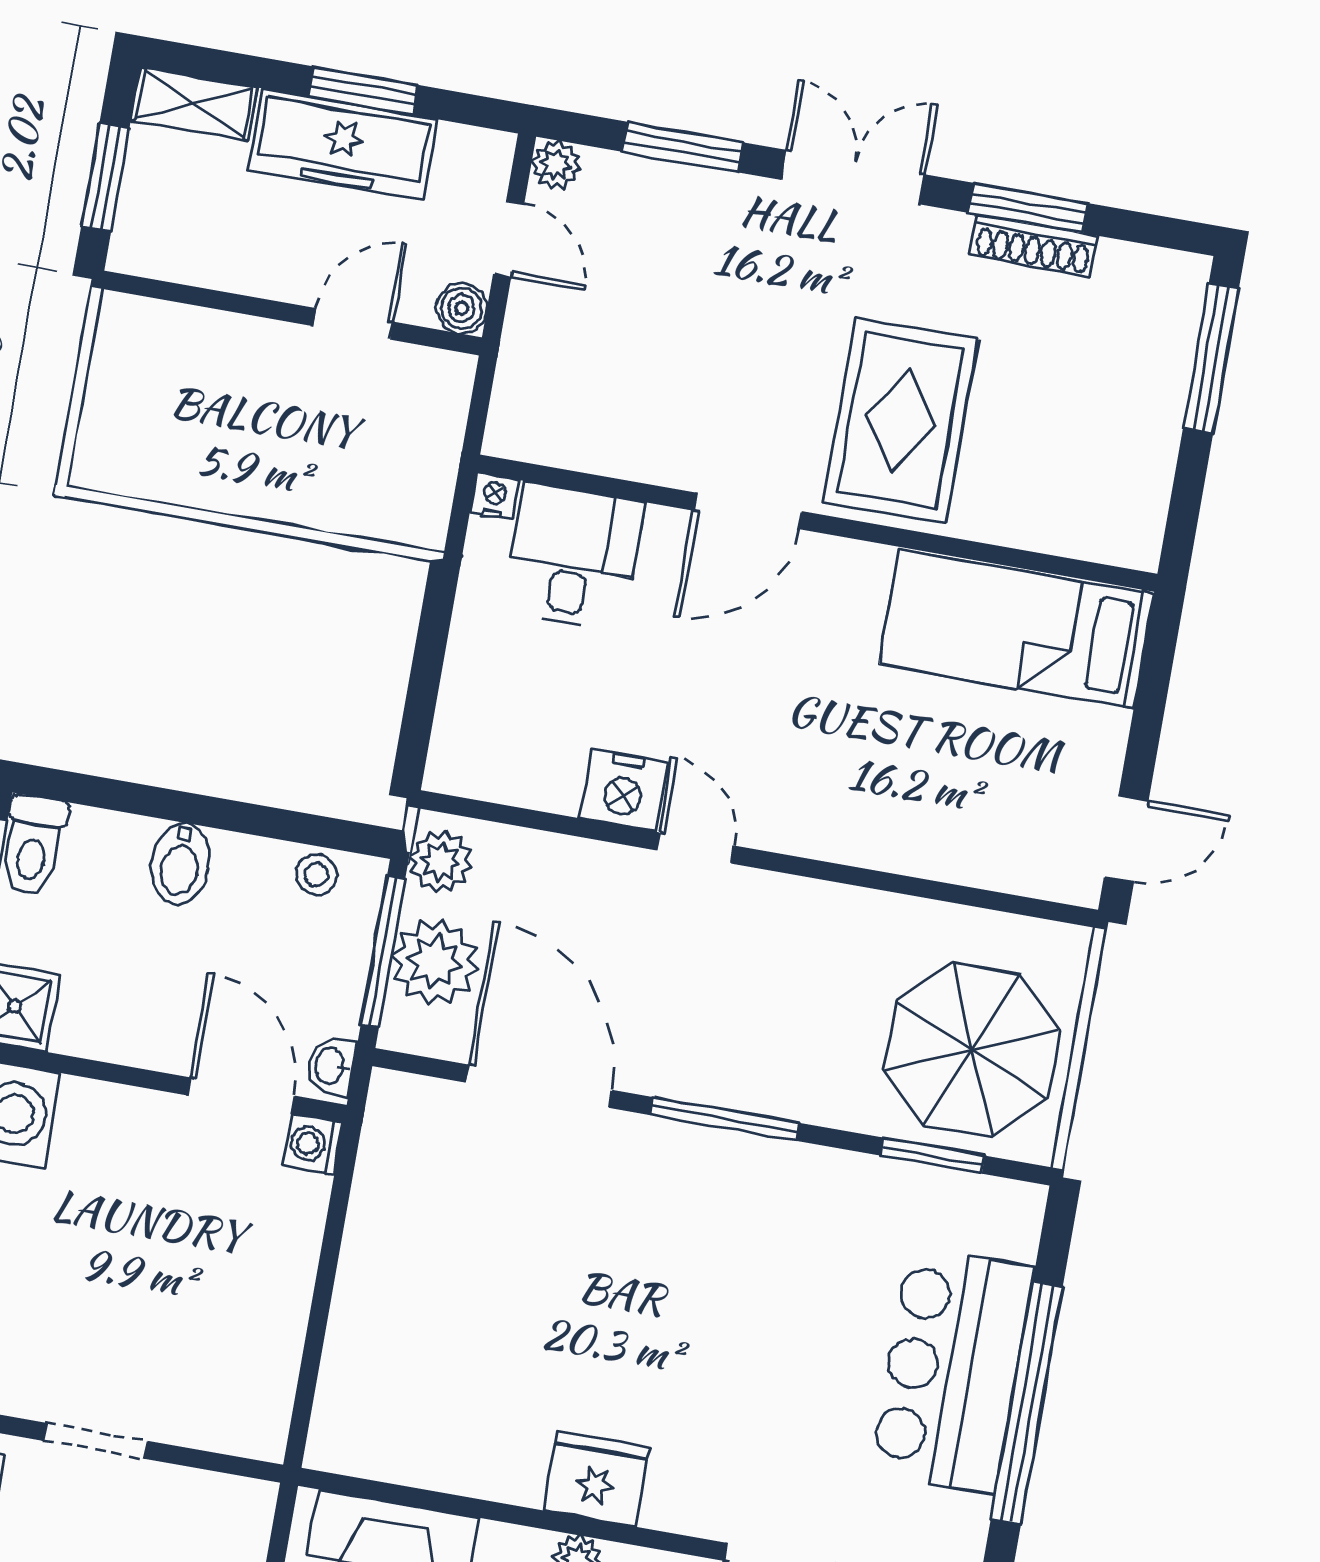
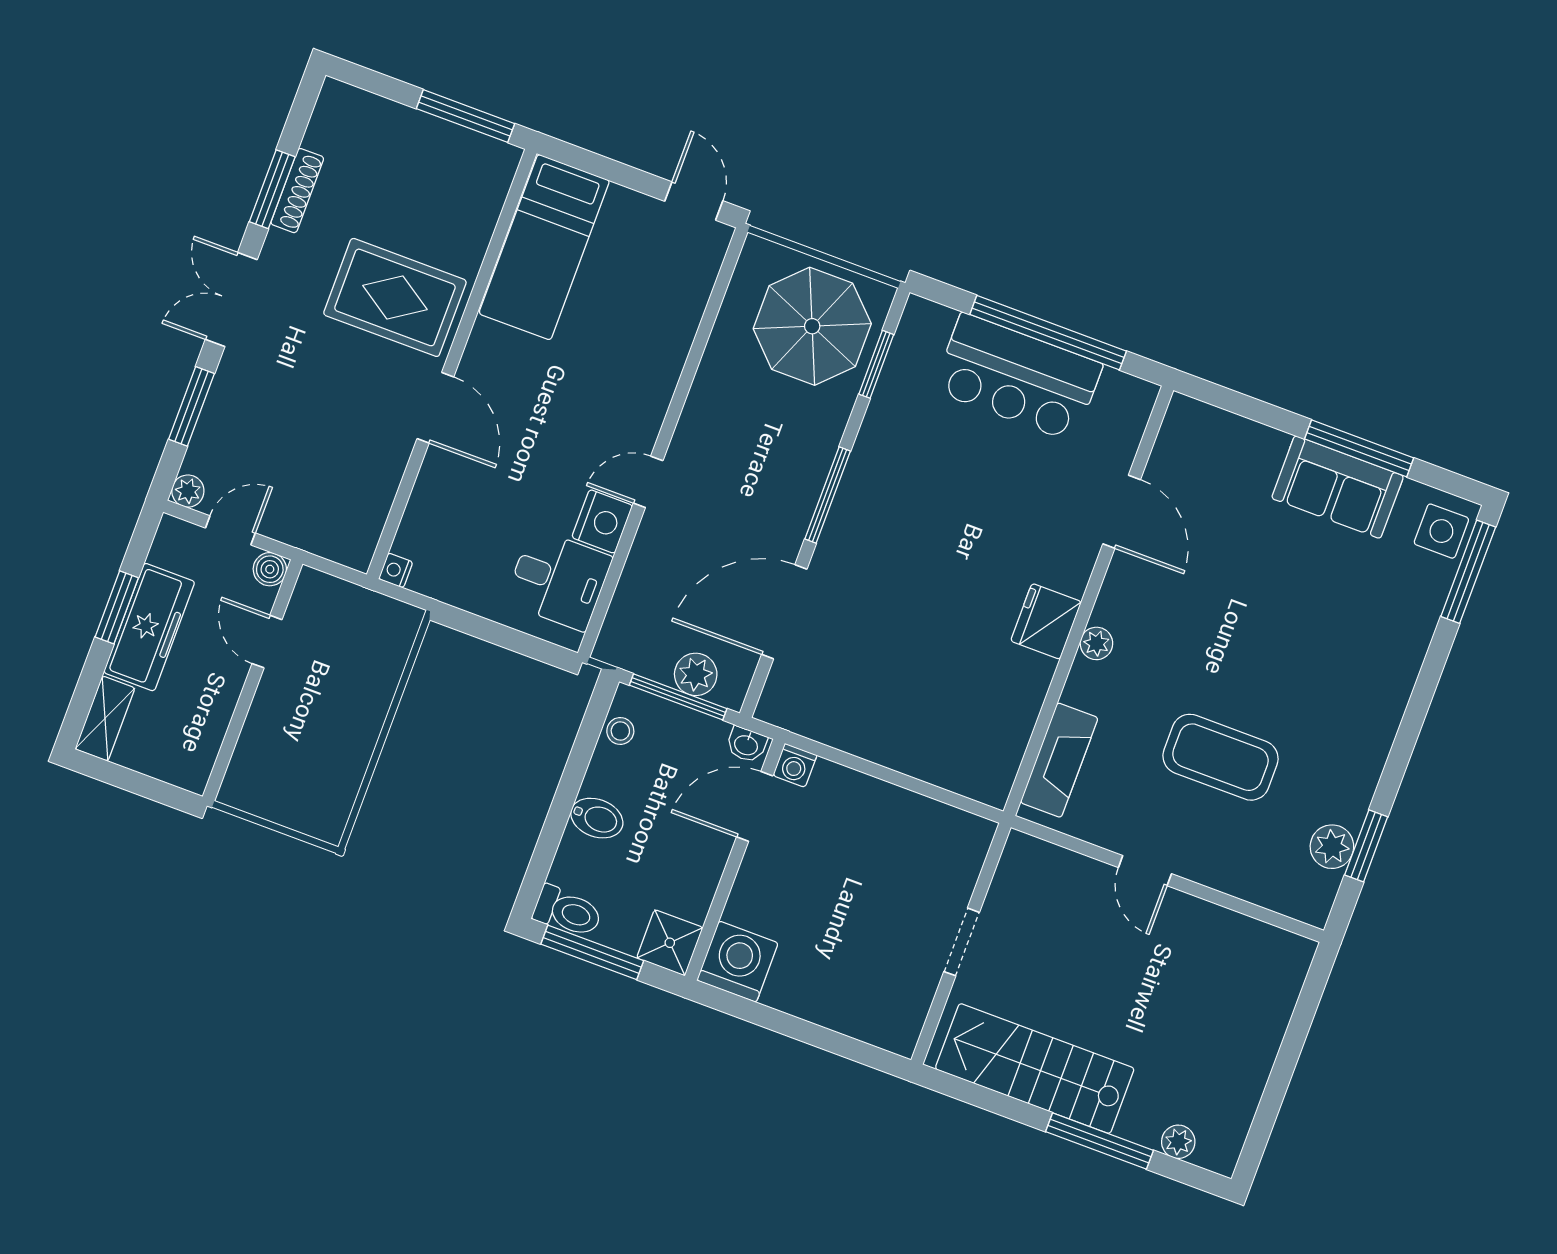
window: (105, 177) -> (142, 785), removed
window: (1211, 358) -> (466, 116), moved
desk: (573, 557) -> (558, 580), moved, turned 180
plant: (440, 861) -> (627, 649), removed
plant: (435, 962) -> (696, 674), width x0.73, depth x0.73

